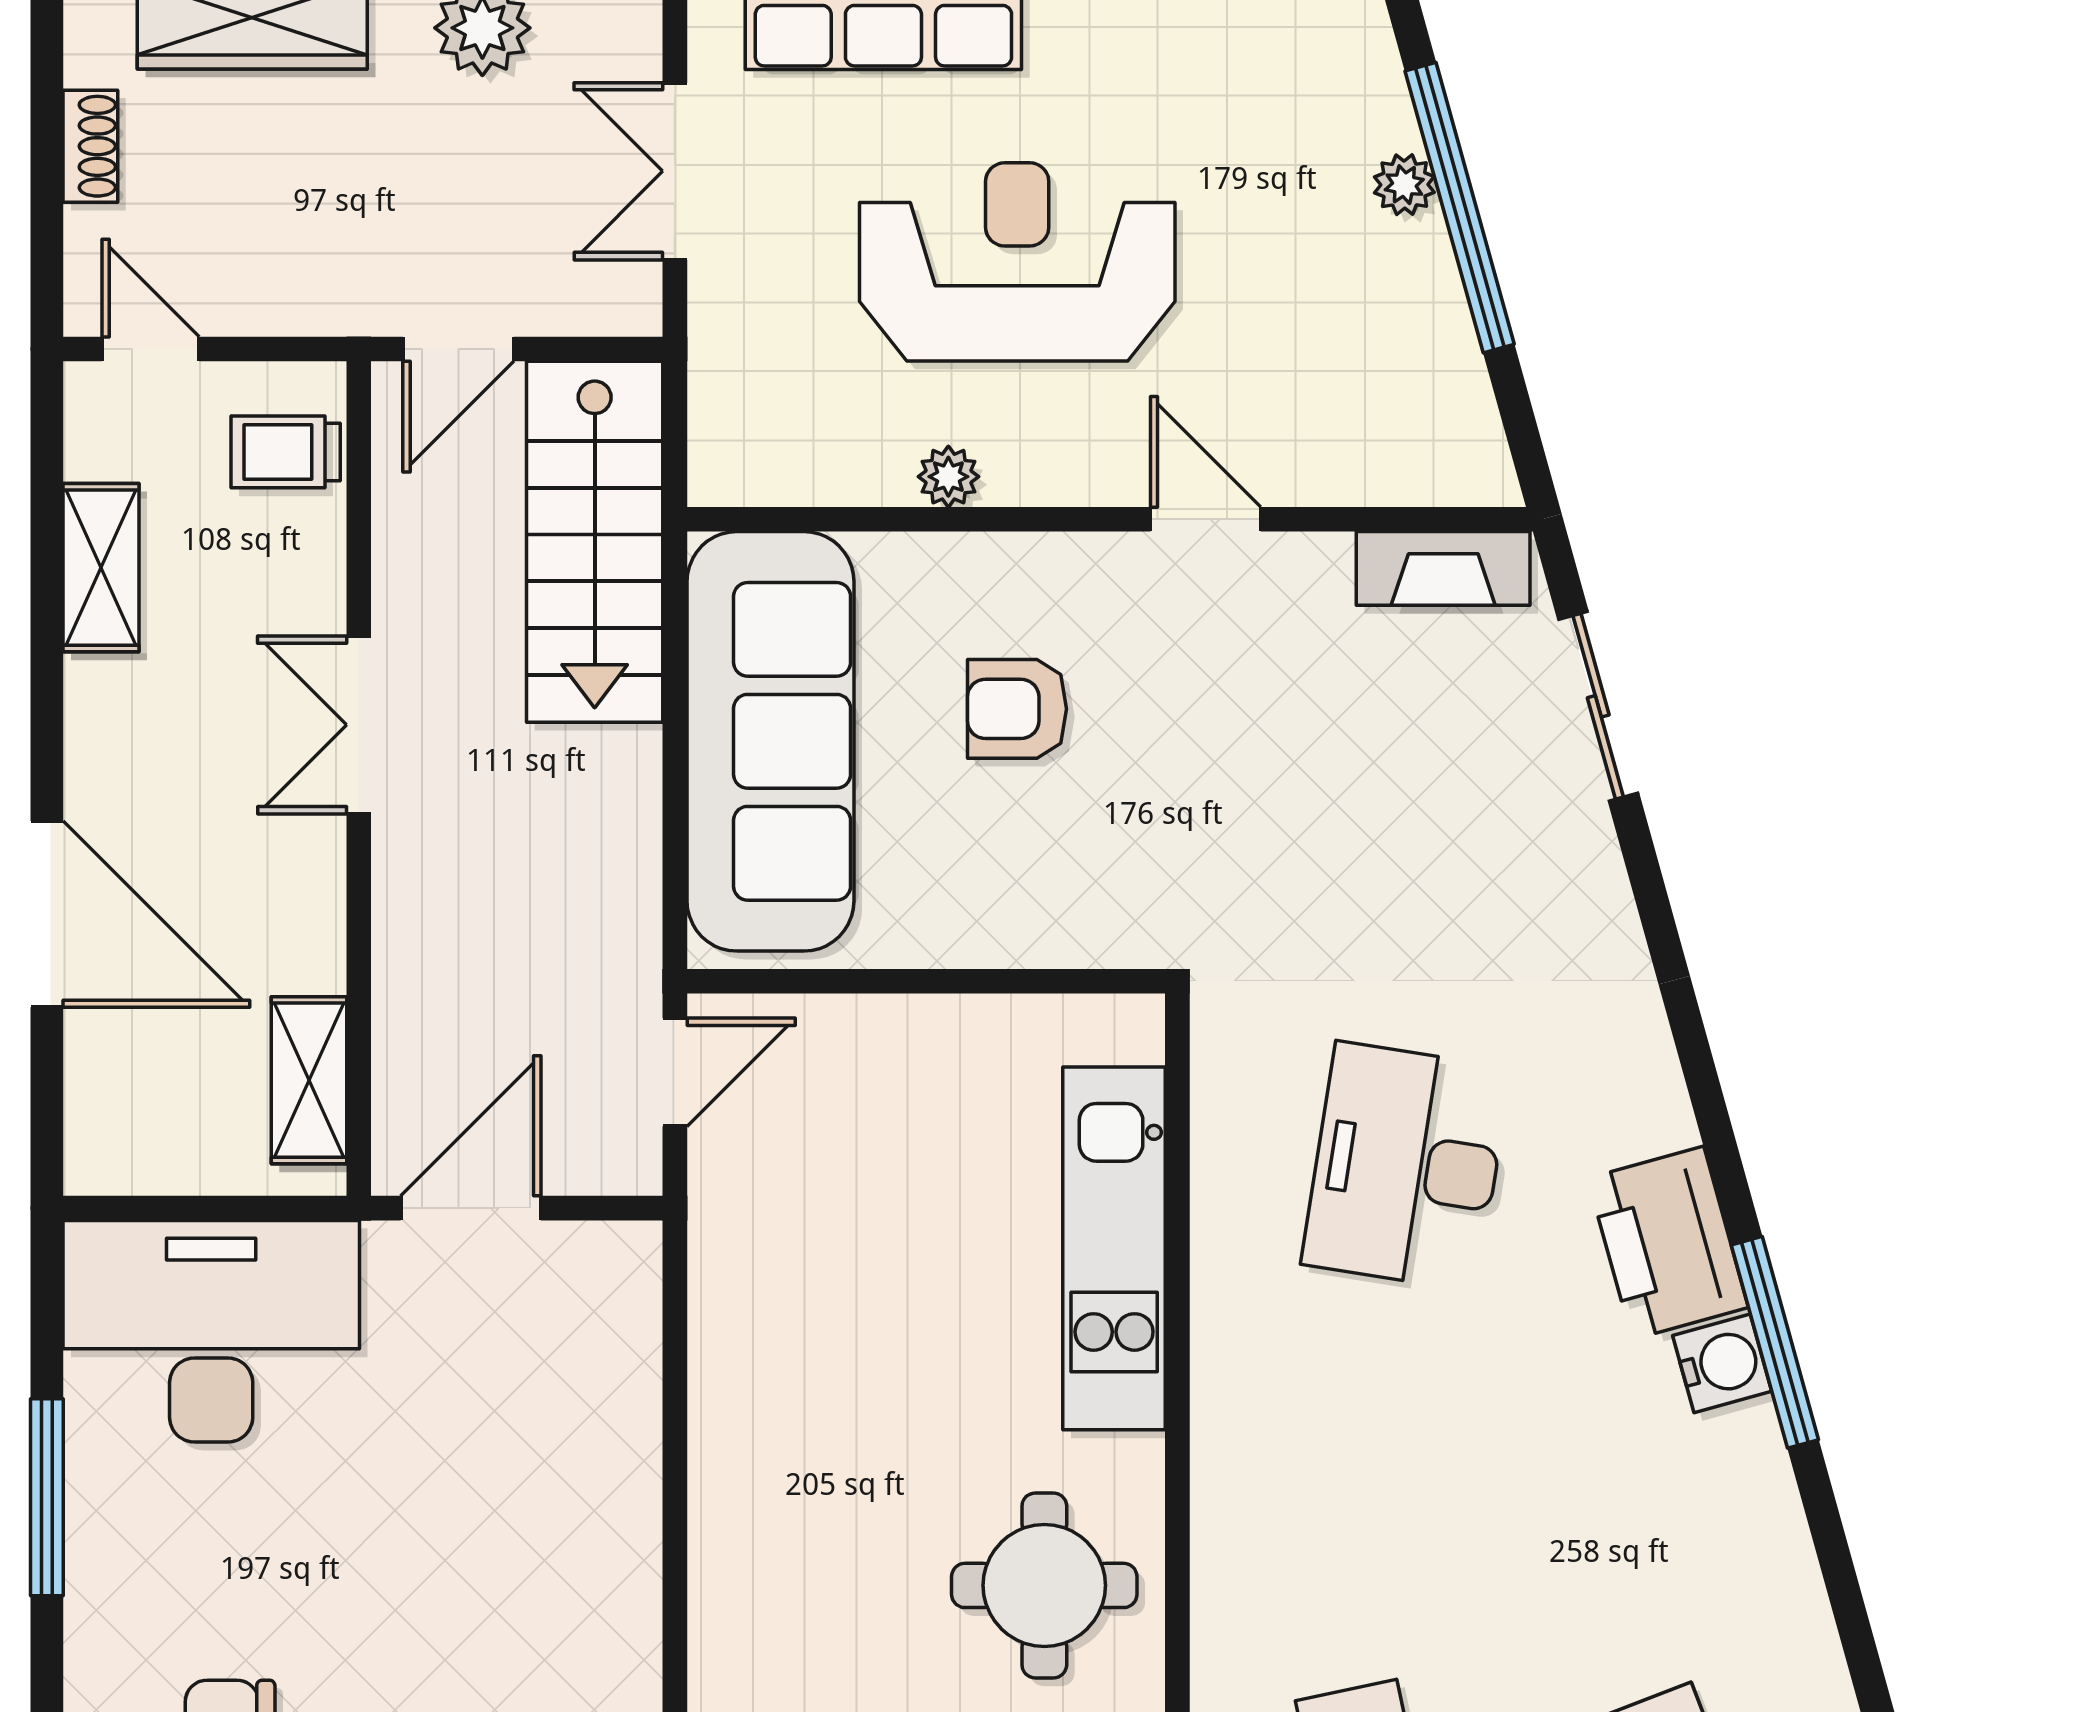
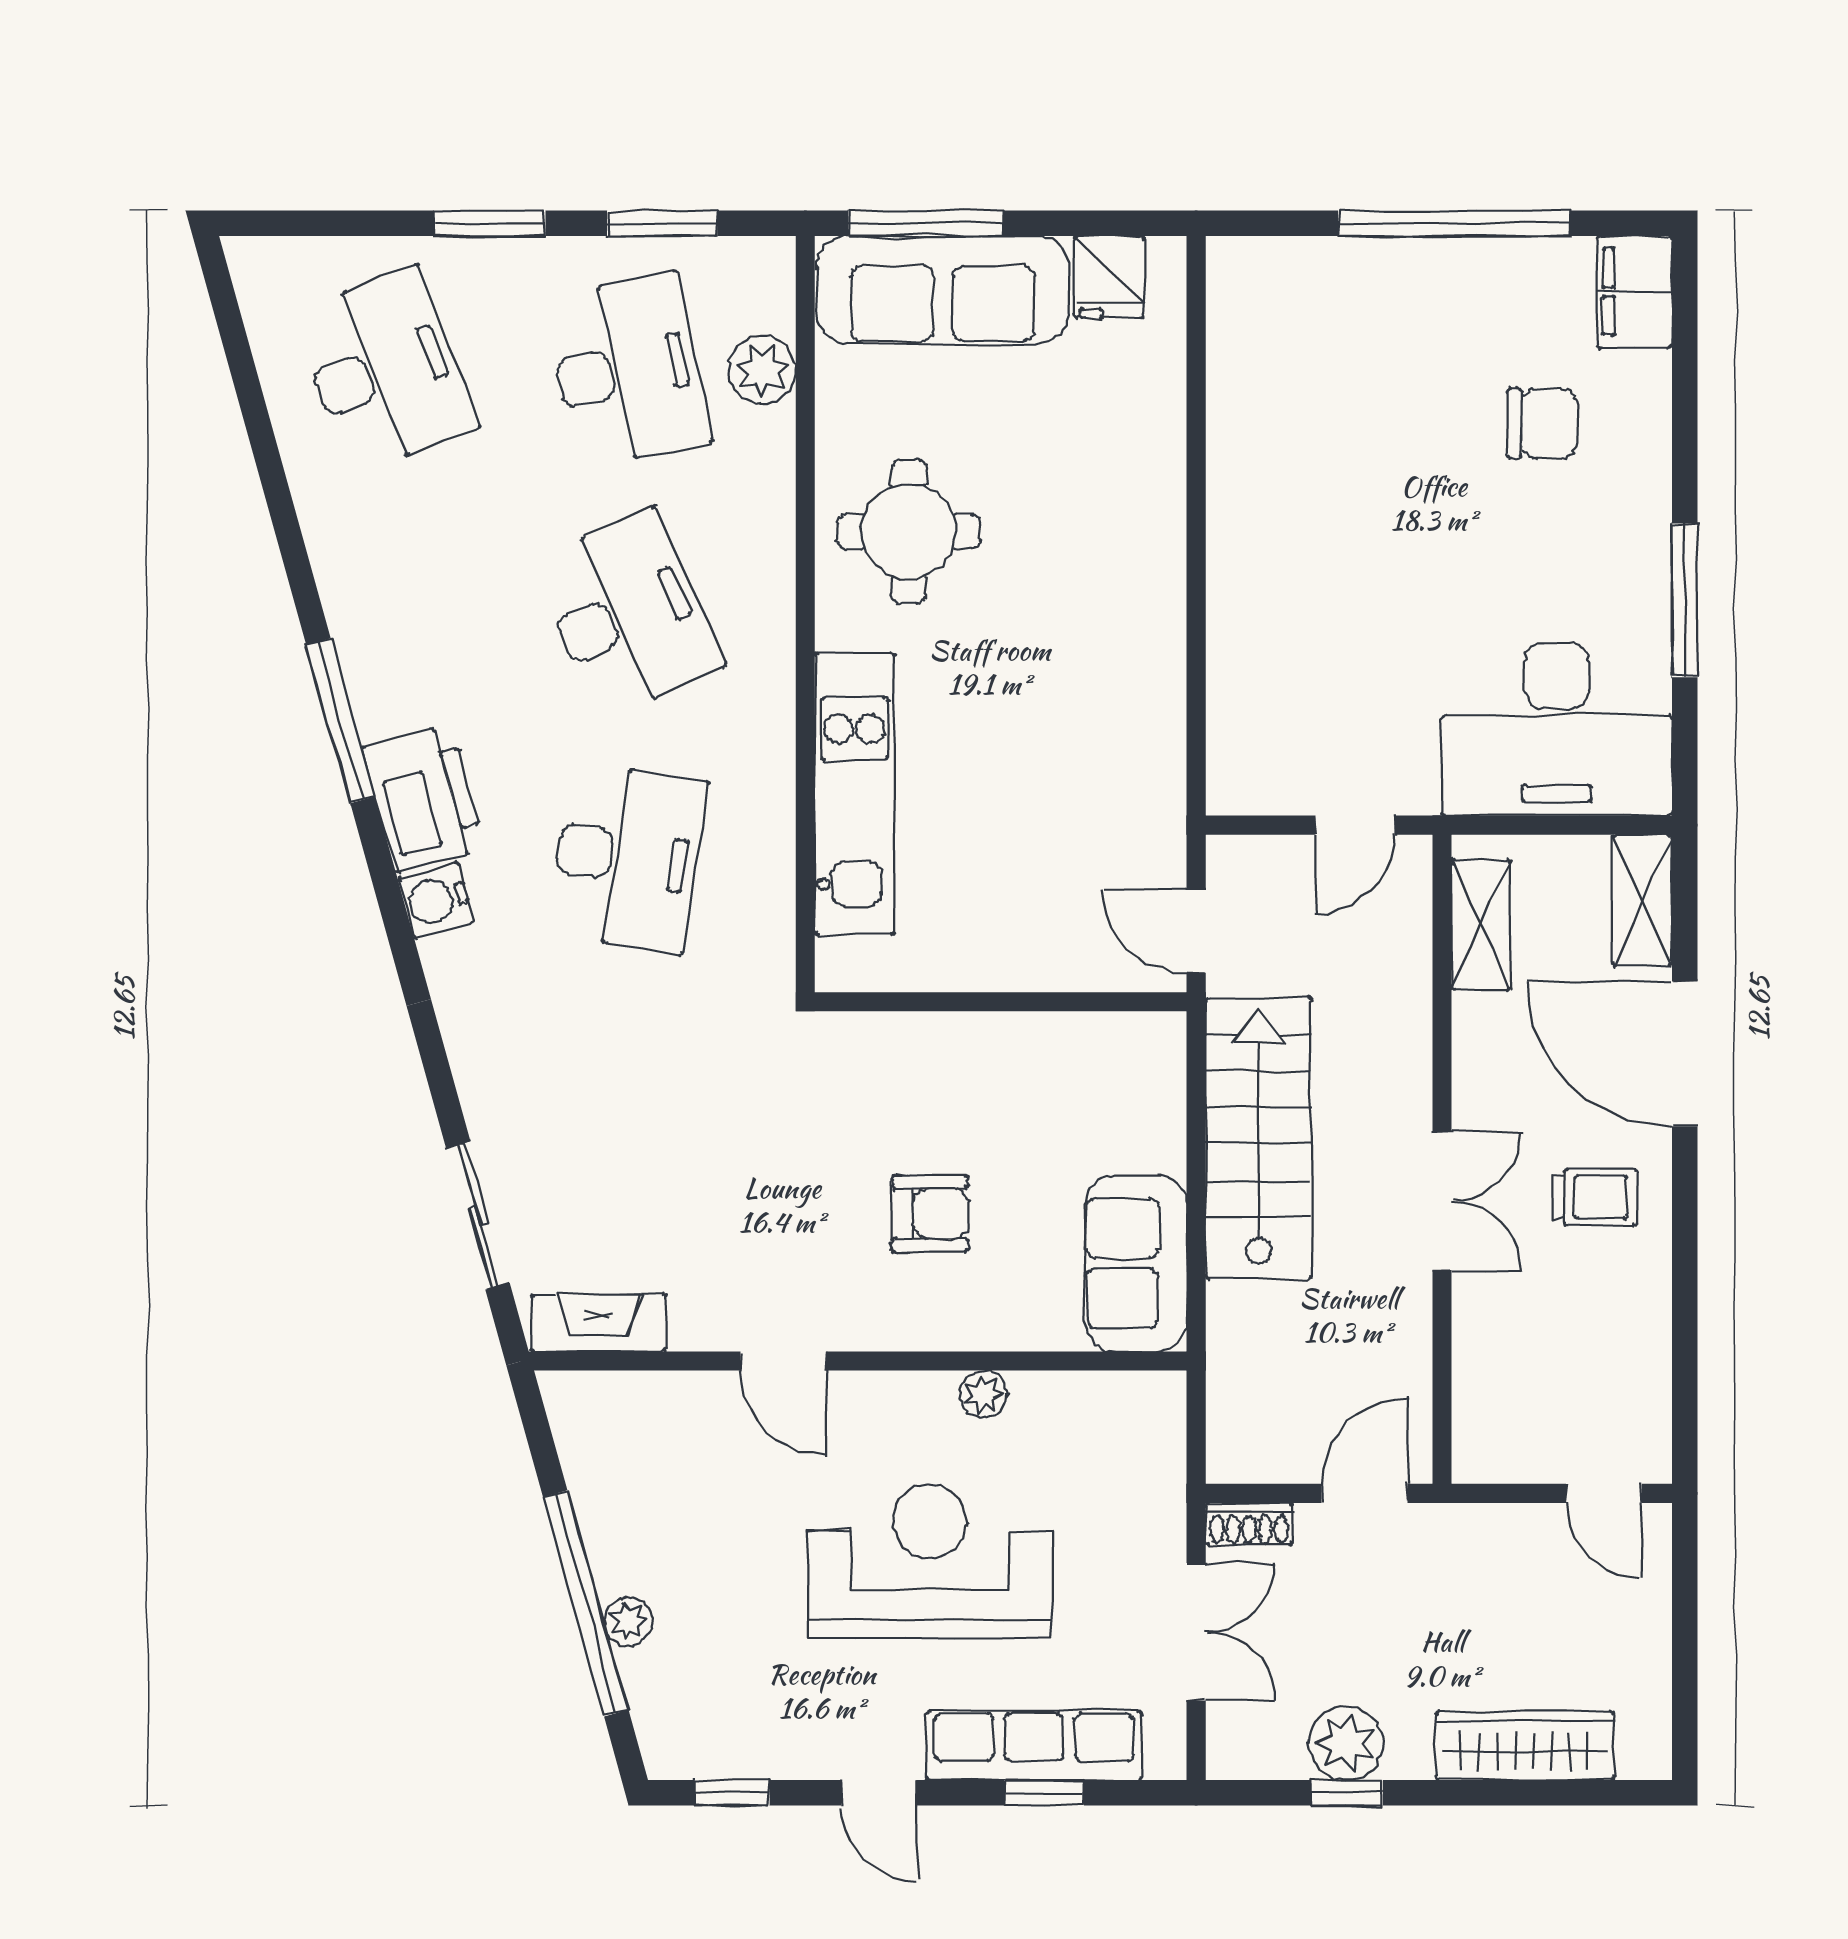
shoe rack: (90, 146) -> (1249, 1524), moved, turned -90
reception desk: (1017, 262) -> (930, 1561), turned 180
trolley: (286, 452) -> (1595, 1197), moved
stairs: (595, 542) -> (1259, 1138), moved
shelving: (101, 568) -> (1643, 900), moved
sofa: (770, 741) -> (1136, 1263), width x0.54, depth x0.79
door: (675, 1072) -> (1196, 931), hinge flipped
door: (471, 1208) -> (1355, 825), width x0.73
water cooler: (1722, 1363) -> (436, 900), moved
desk: (1406, 1480) -> (627, 614), added

